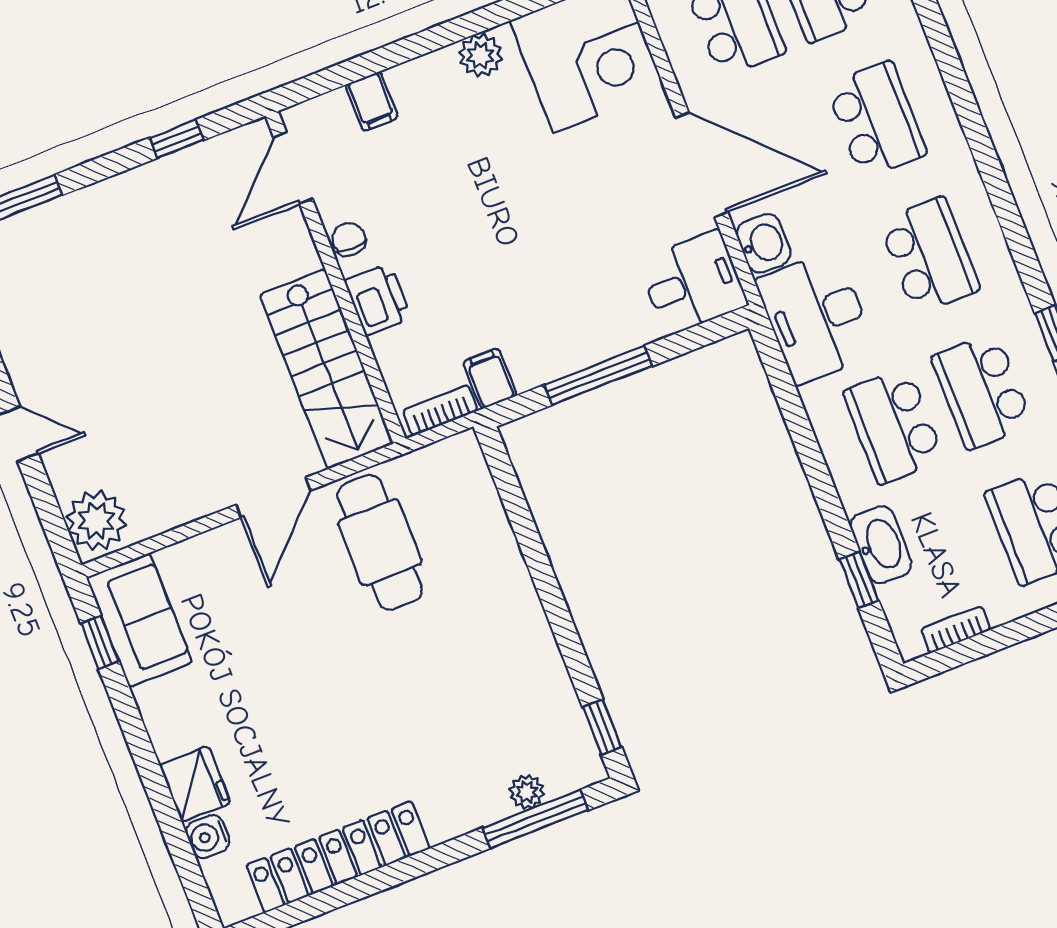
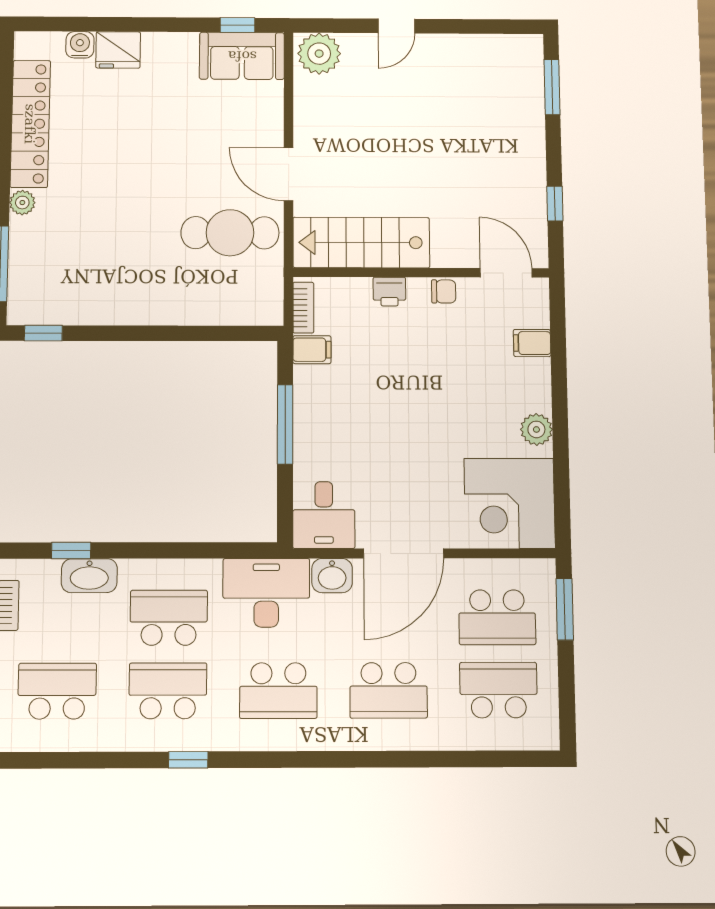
printer: (378, 299) -> (389, 292), width x0.73, depth x0.81
plant: (527, 792) -> (22, 203), moved

